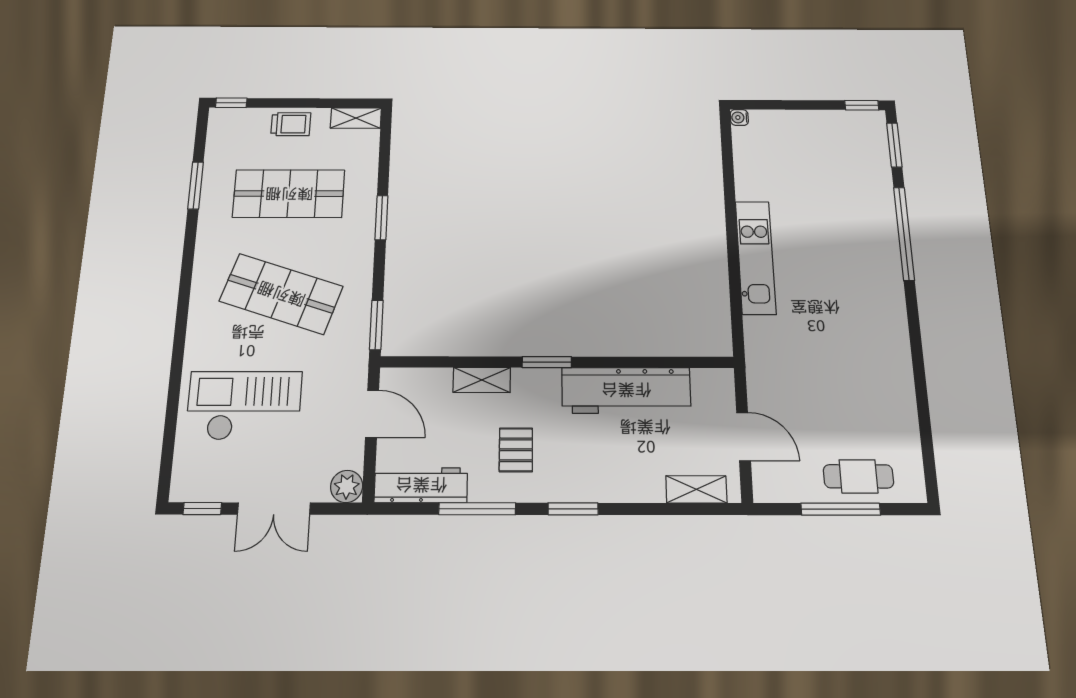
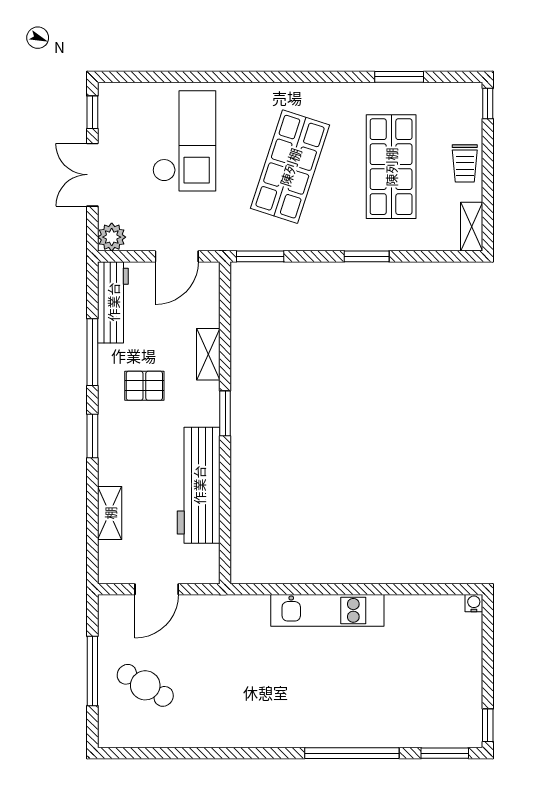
cafe table: (858, 476) -> (145, 685), moved, turned -59
shelving: (696, 489) -> (110, 513), moved

